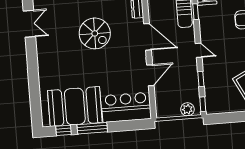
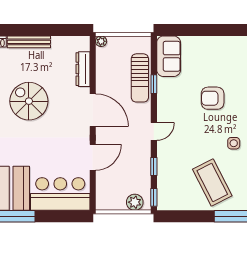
spiral stairs: (95, 33) -> (29, 101), turned 180
door: (199, 50) -> (154, 131), hinge flipped

